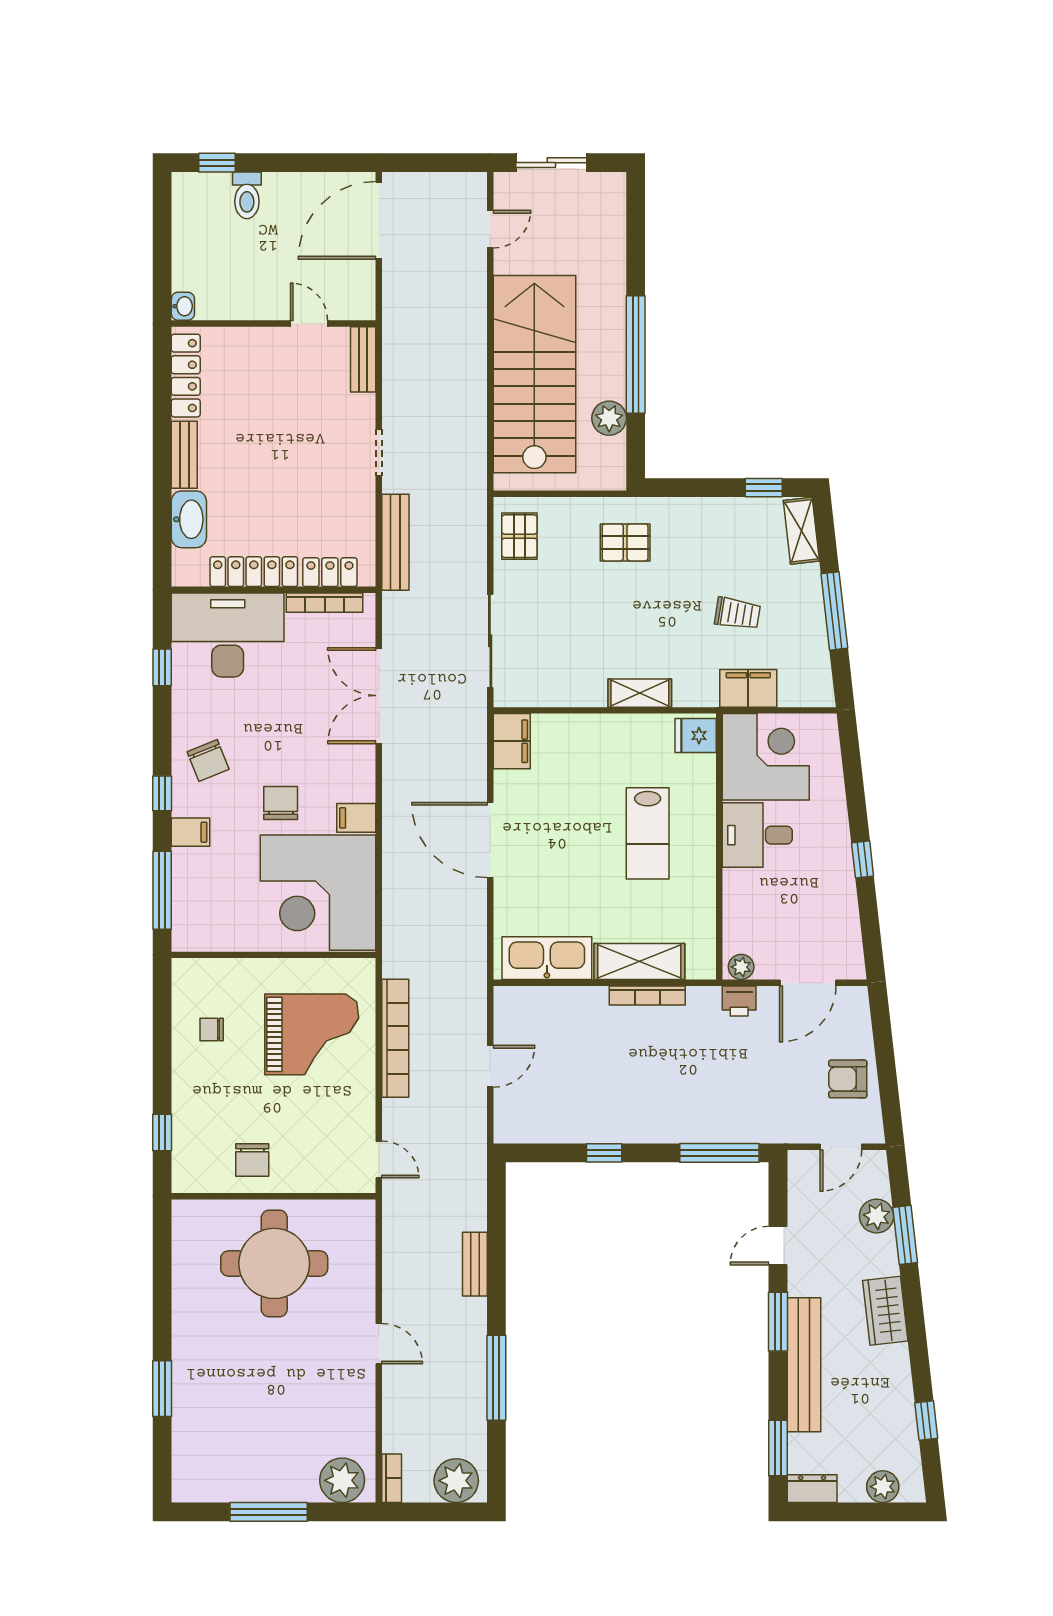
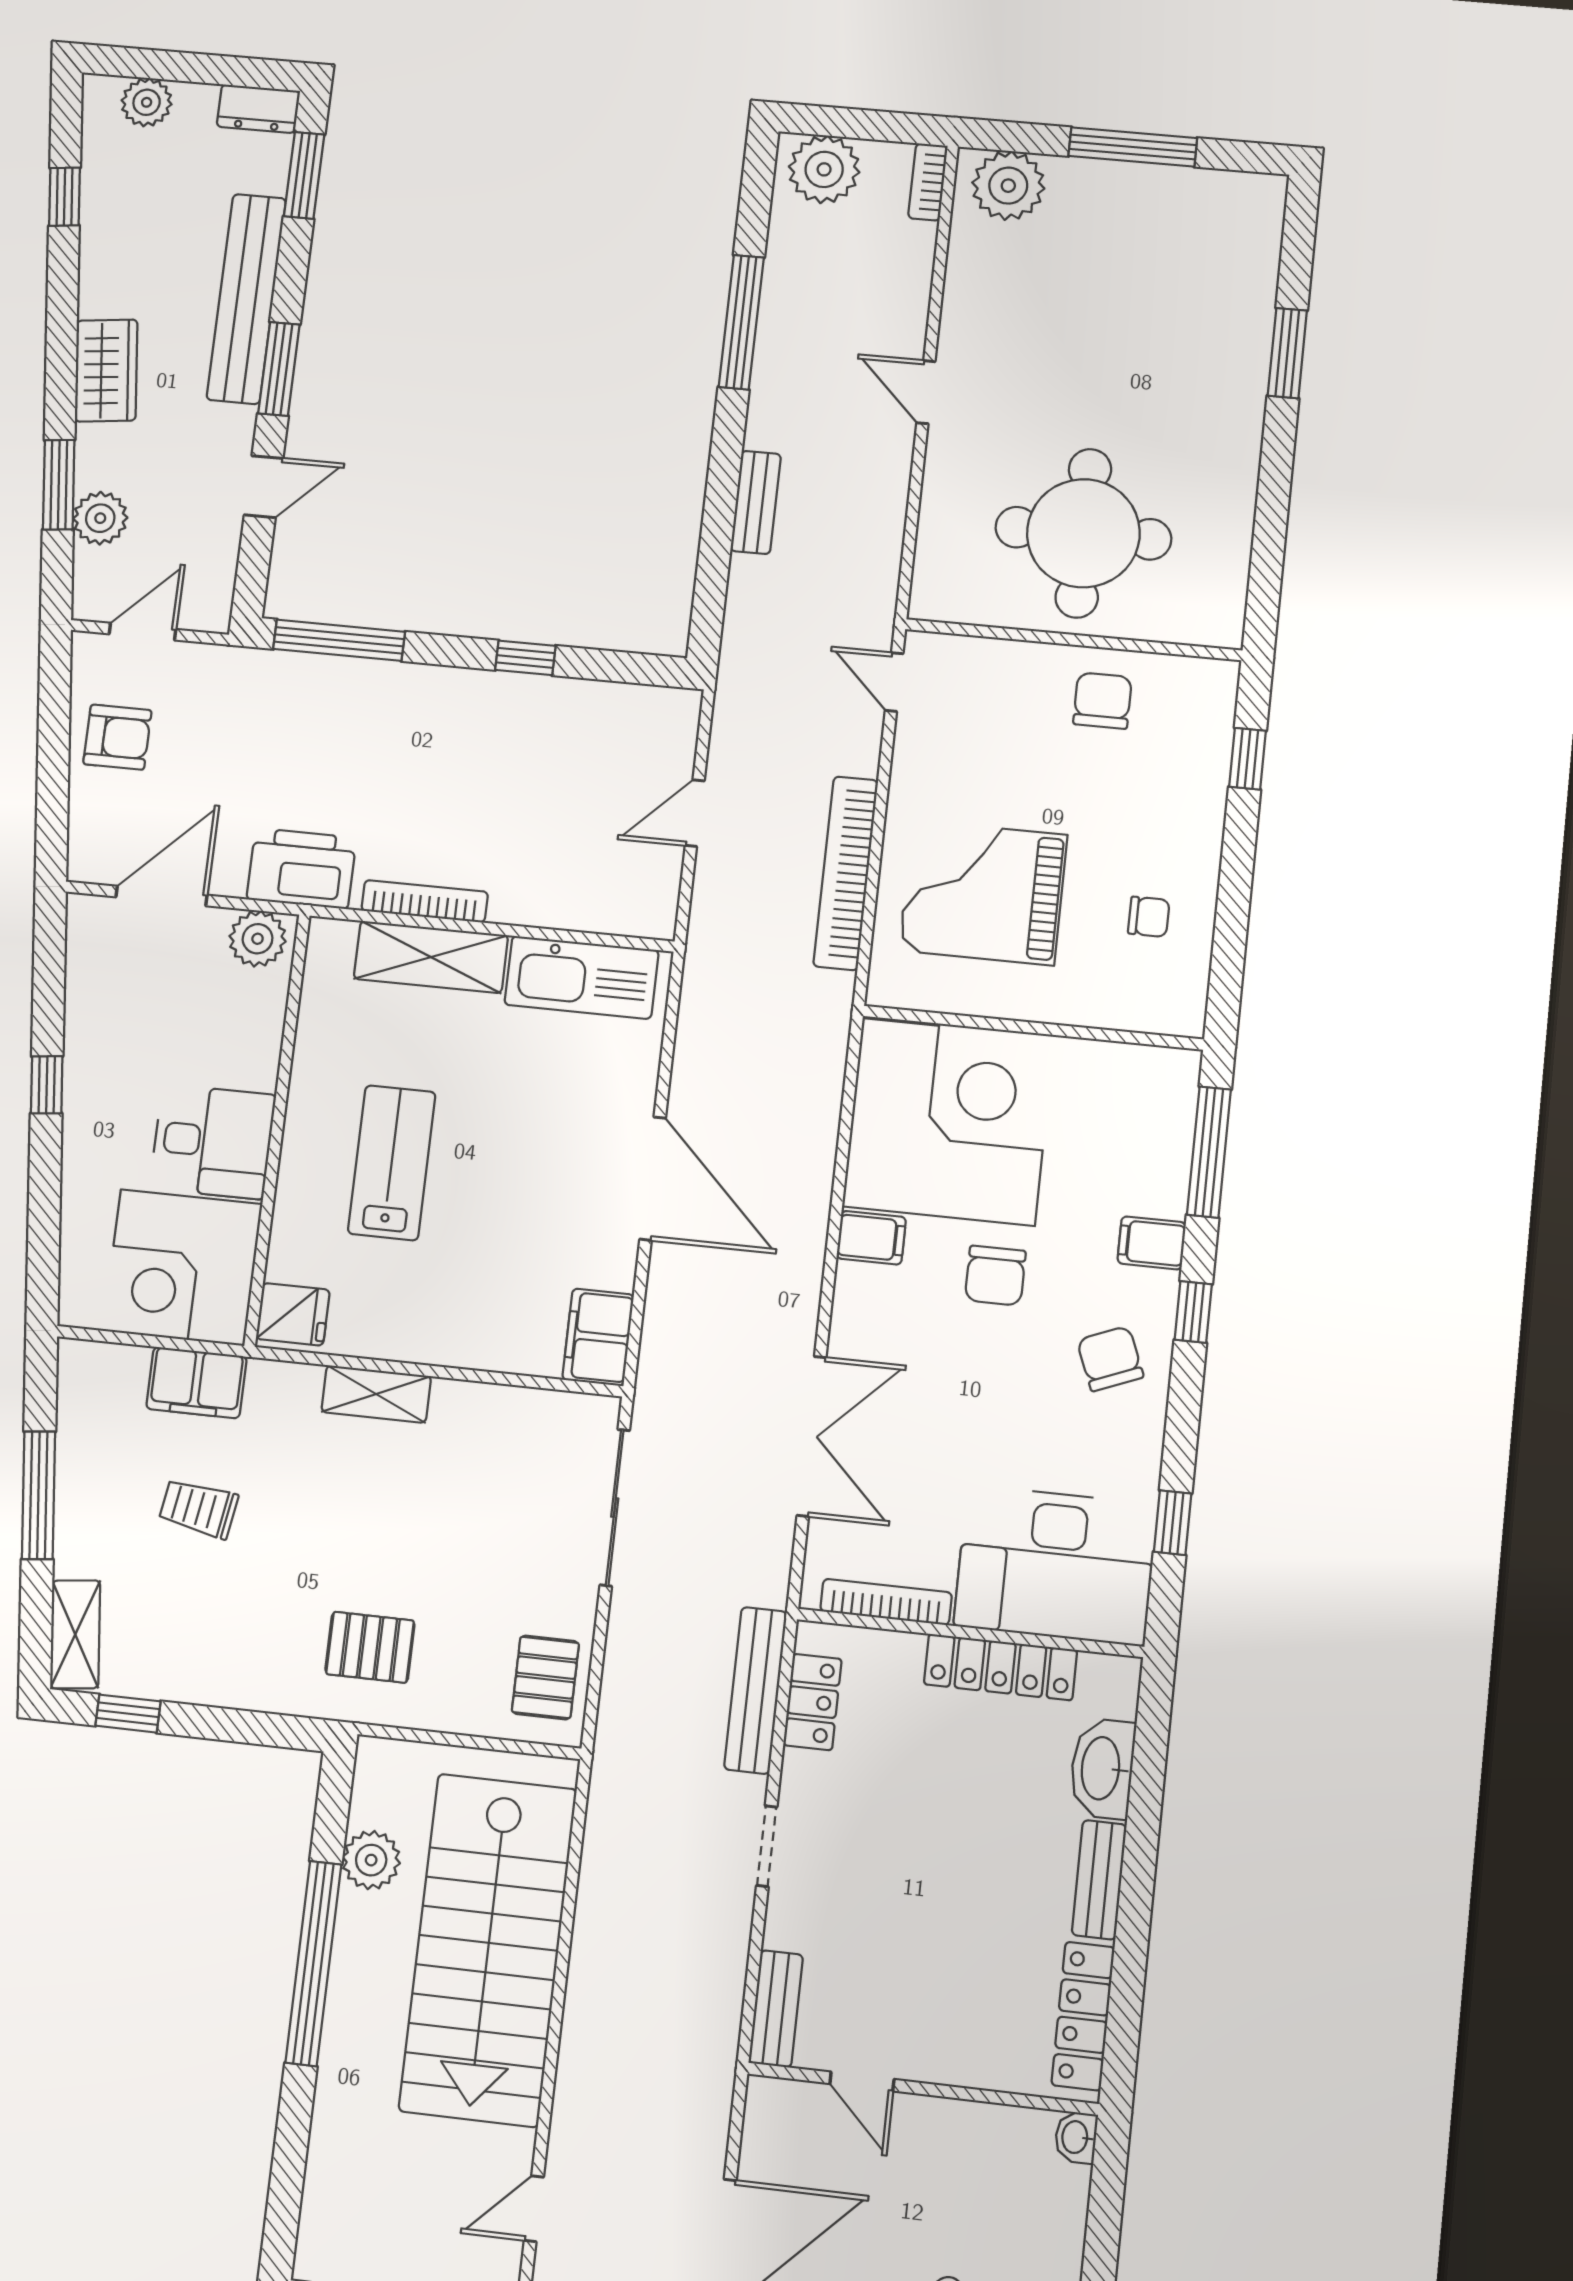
locker: (330, 572) -> (812, 1702), moved, turned -90
plant: (741, 967) -> (258, 939), width x1.38, depth x1.38
printer: (739, 1001) -> (302, 869), width x1.87, depth x1.48

